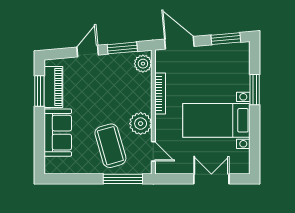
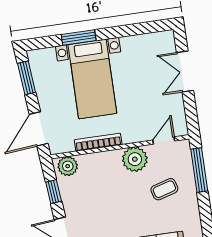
window: (122, 48) -> (54, 192), width x0.67
bed with nightstands: (216, 120) -> (92, 79), moved
coffee table: (110, 146) -> (164, 189), width x0.54, depth x0.58

